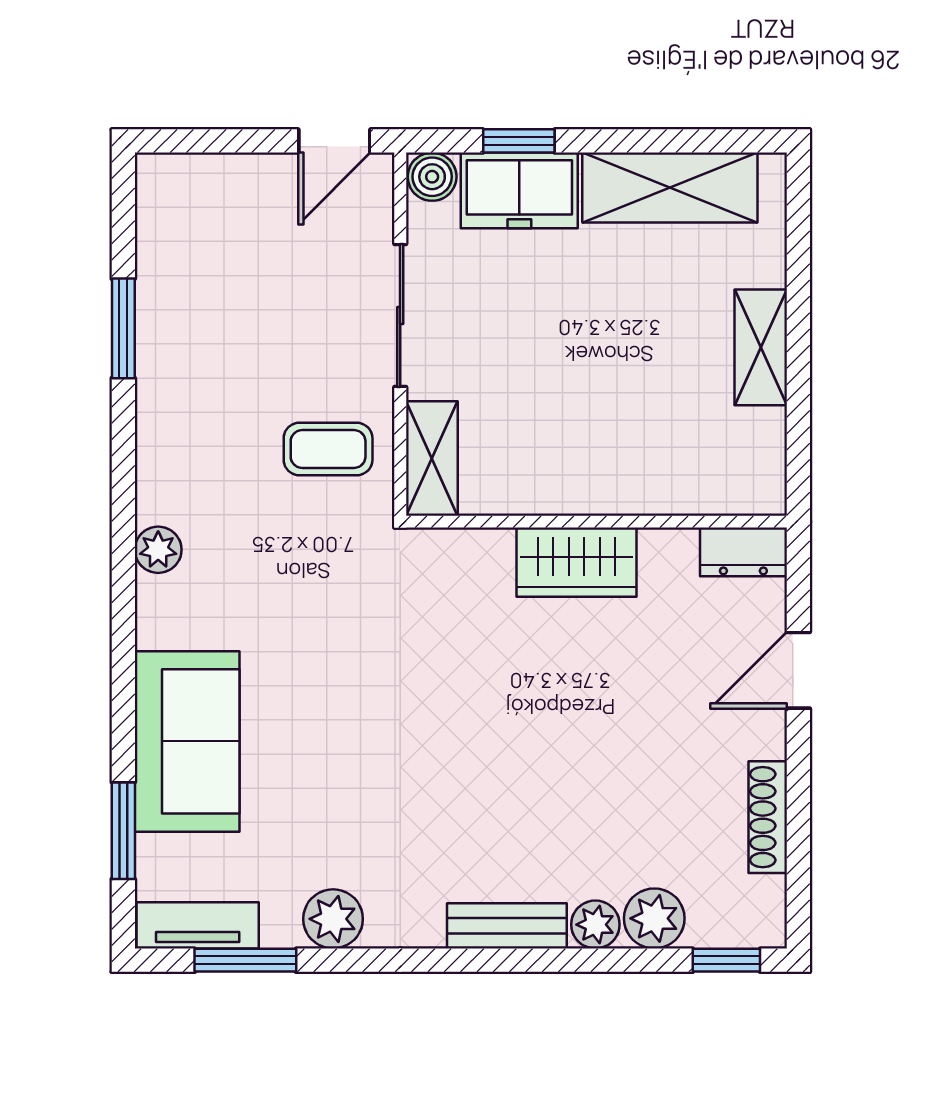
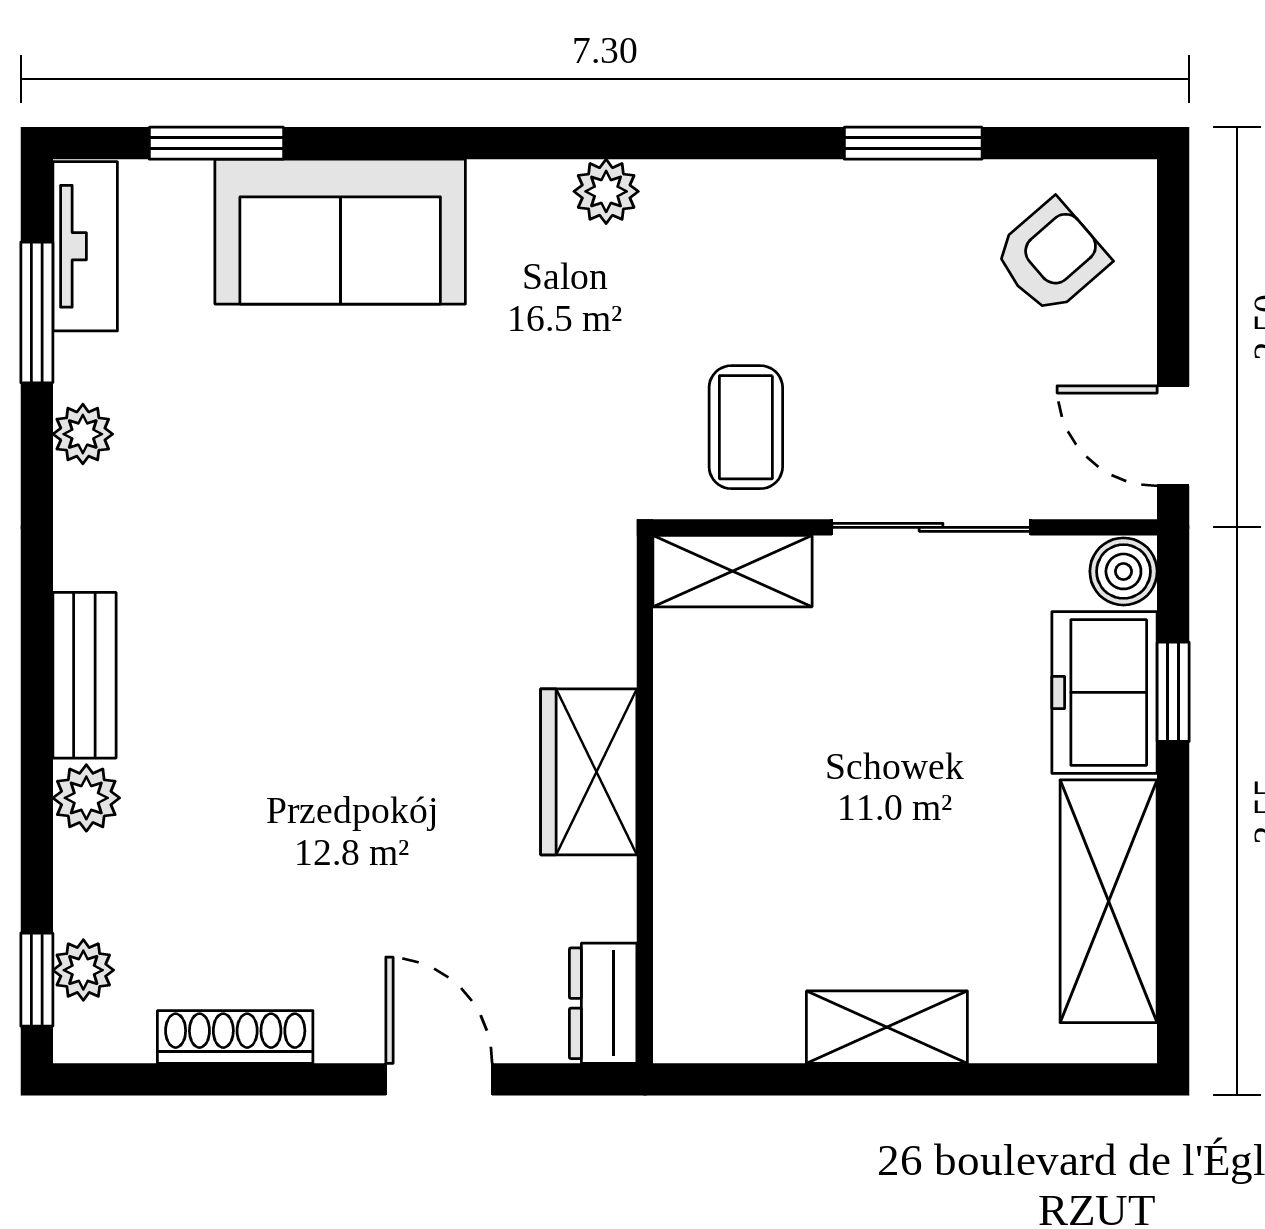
armchair: (205, 229) -> (1051, 257), added
plant: (654, 918) -> (83, 970), moved, width x0.73, depth x0.73
plant: (333, 919) -> (83, 434), width x0.73, depth x0.73

